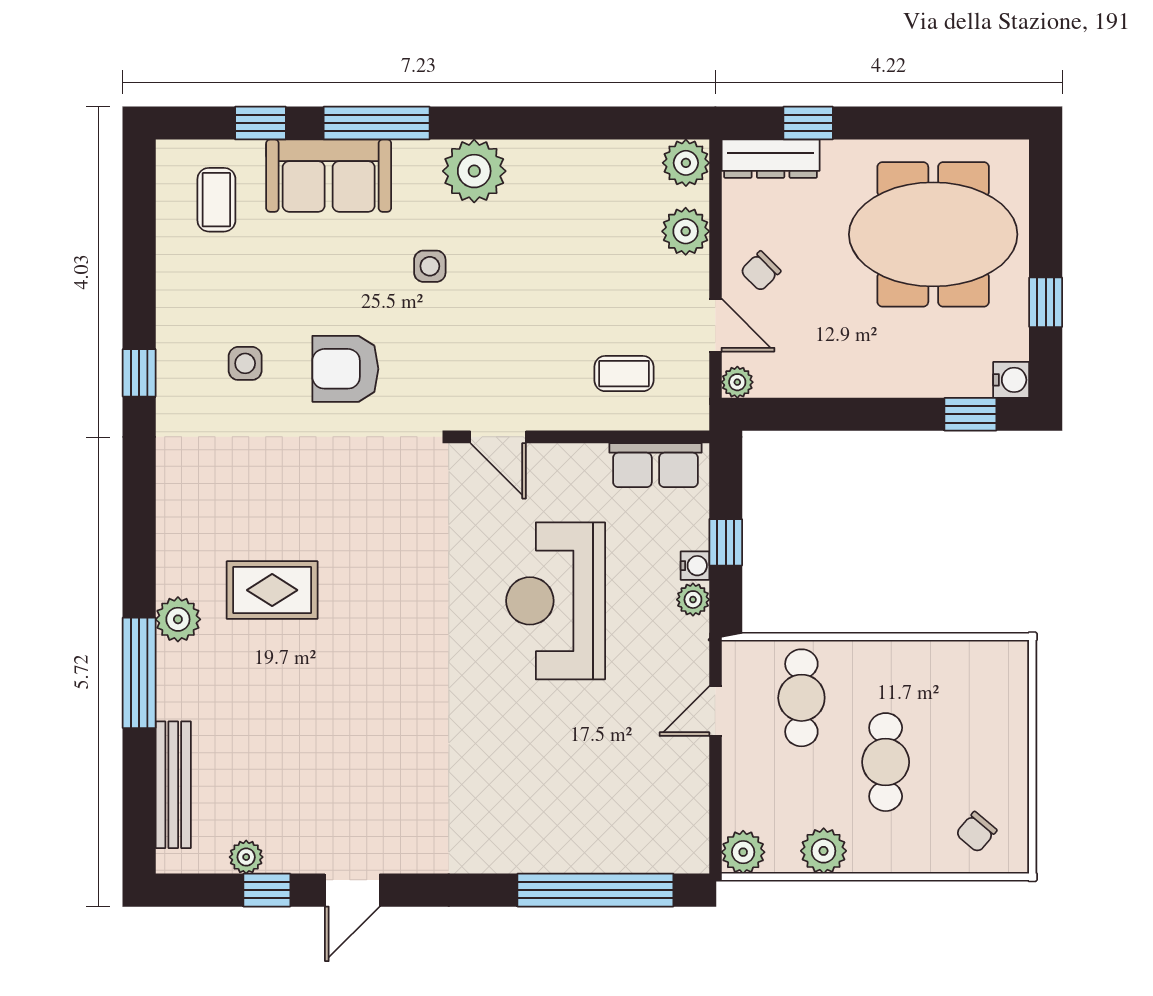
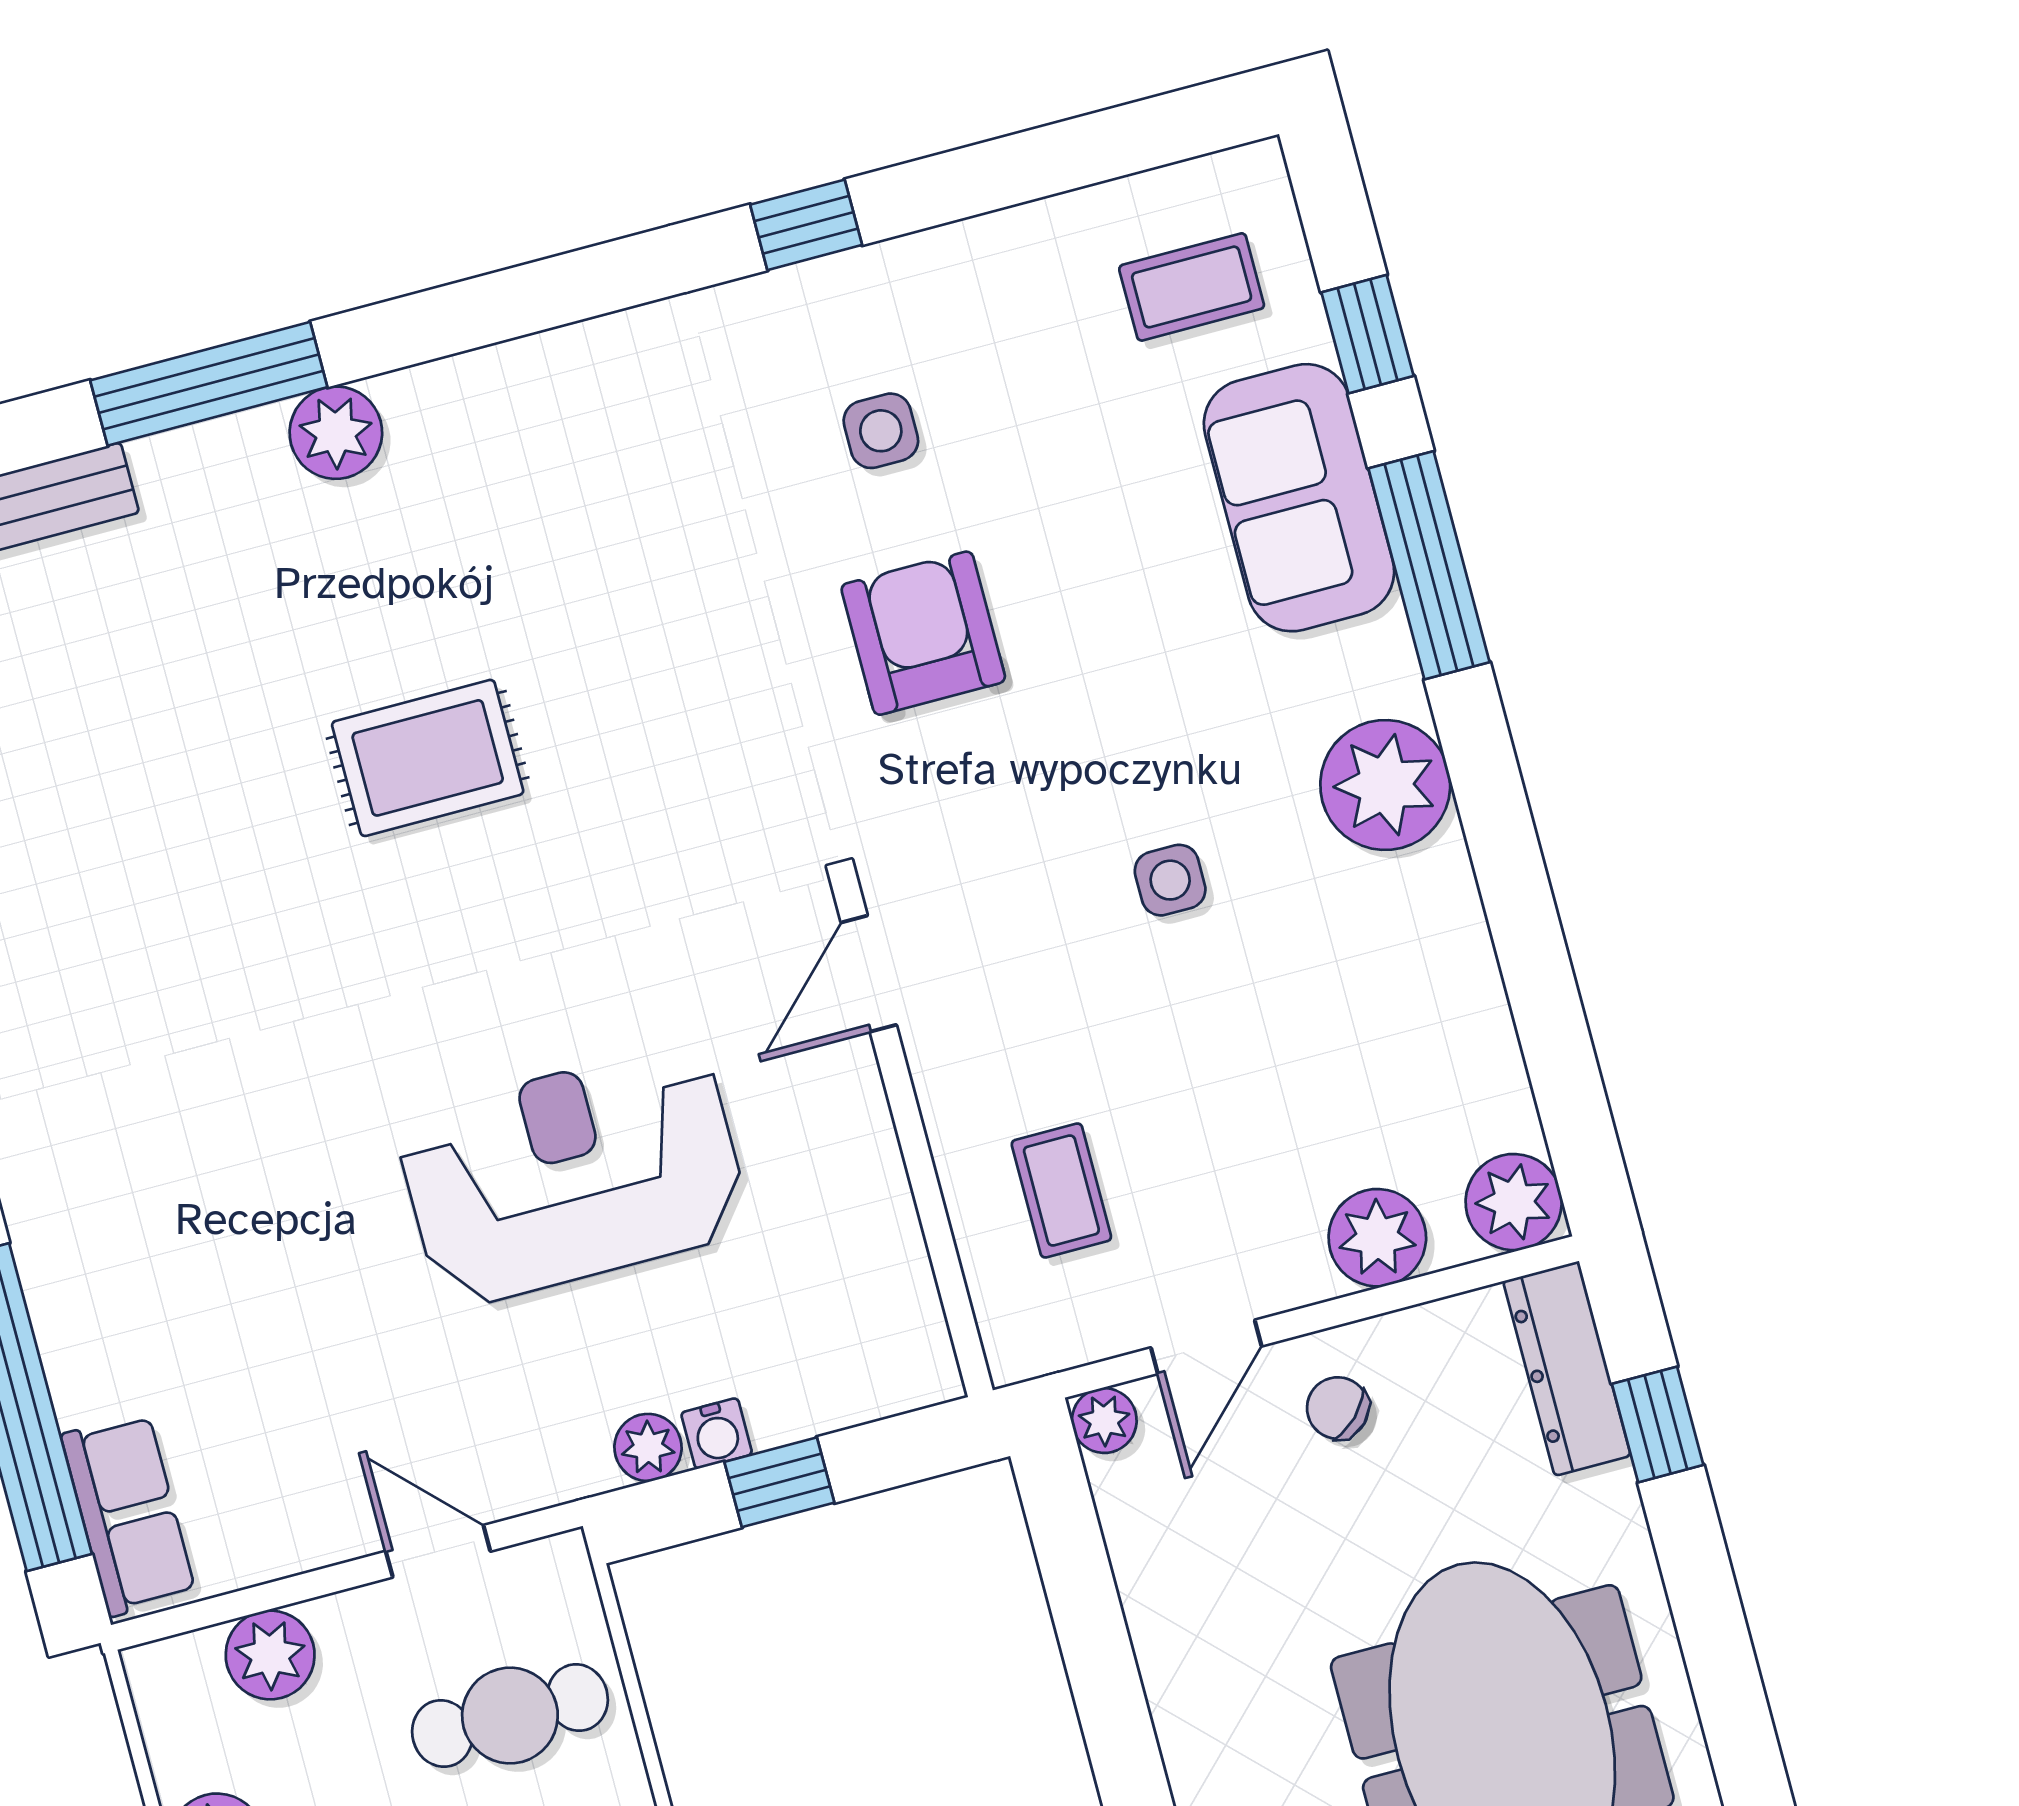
side table: (430, 266) -> (1170, 880), moved
row of seats: (655, 465) -> (129, 1514), moved, turned 180
rug: (272, 590) -> (428, 758), moved, turned 90
plant: (743, 852) -> (270, 1655), moved

